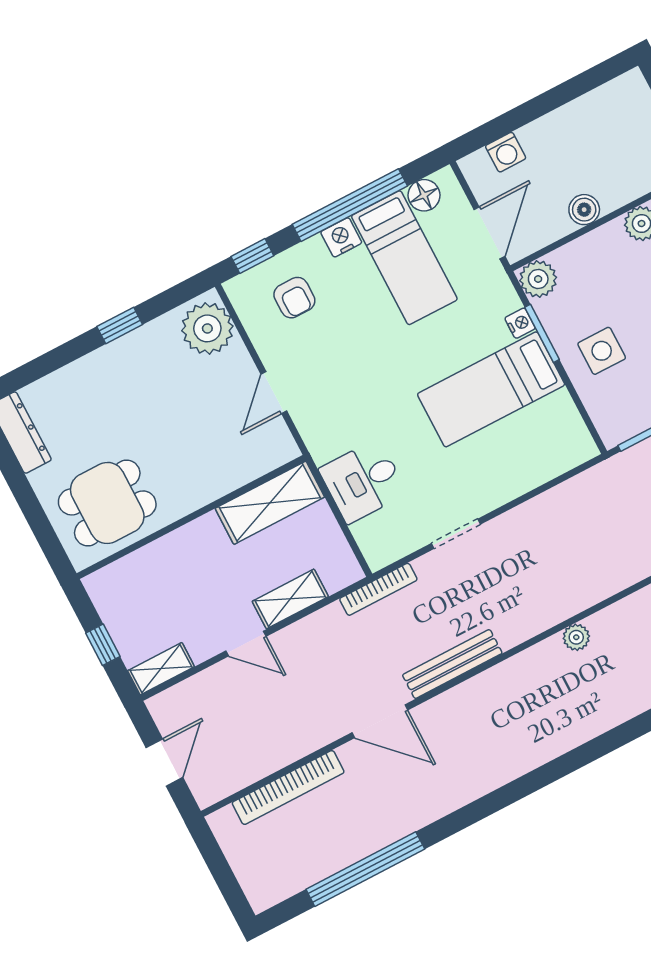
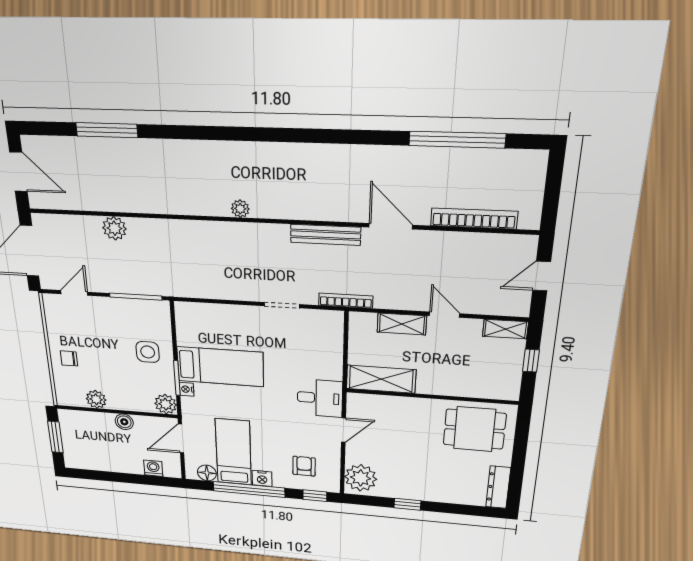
desk: (363, 481) -> (320, 398), moved

